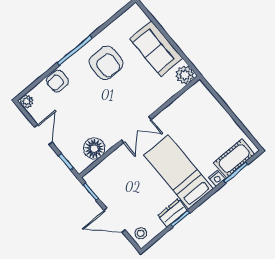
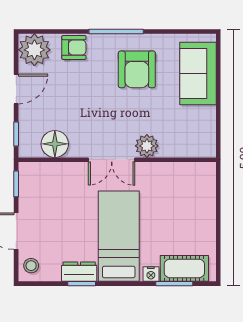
sofa: (156, 48) -> (198, 74), moved
plant: (185, 75) -> (147, 146), moved
armchair: (57, 81) -> (74, 47), turned 180
plant: (27, 101) -> (34, 50), width x1.87, depth x1.87

